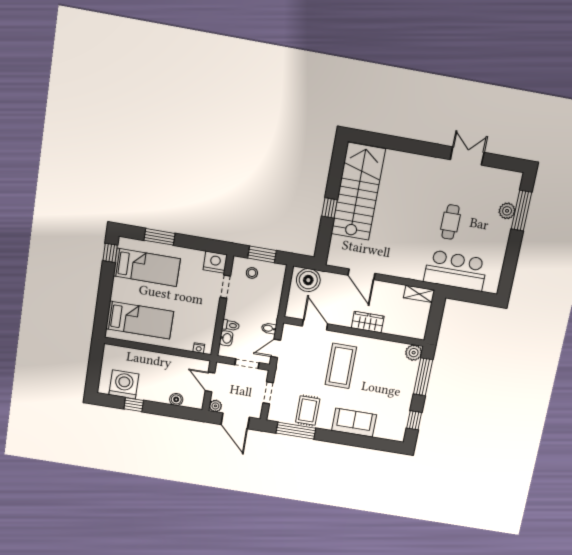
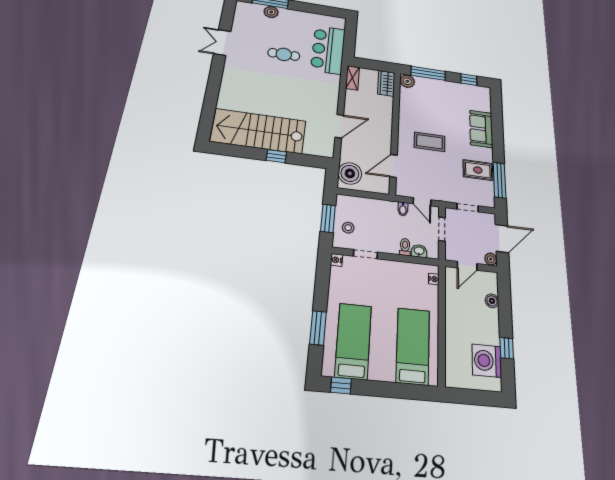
nightstand: (215, 262) -> (336, 260), width x0.53, depth x0.56
wardrobe: (368, 322) -> (386, 83), moved
coffee table: (341, 366) -> (430, 142), width x0.73, depth x0.76

